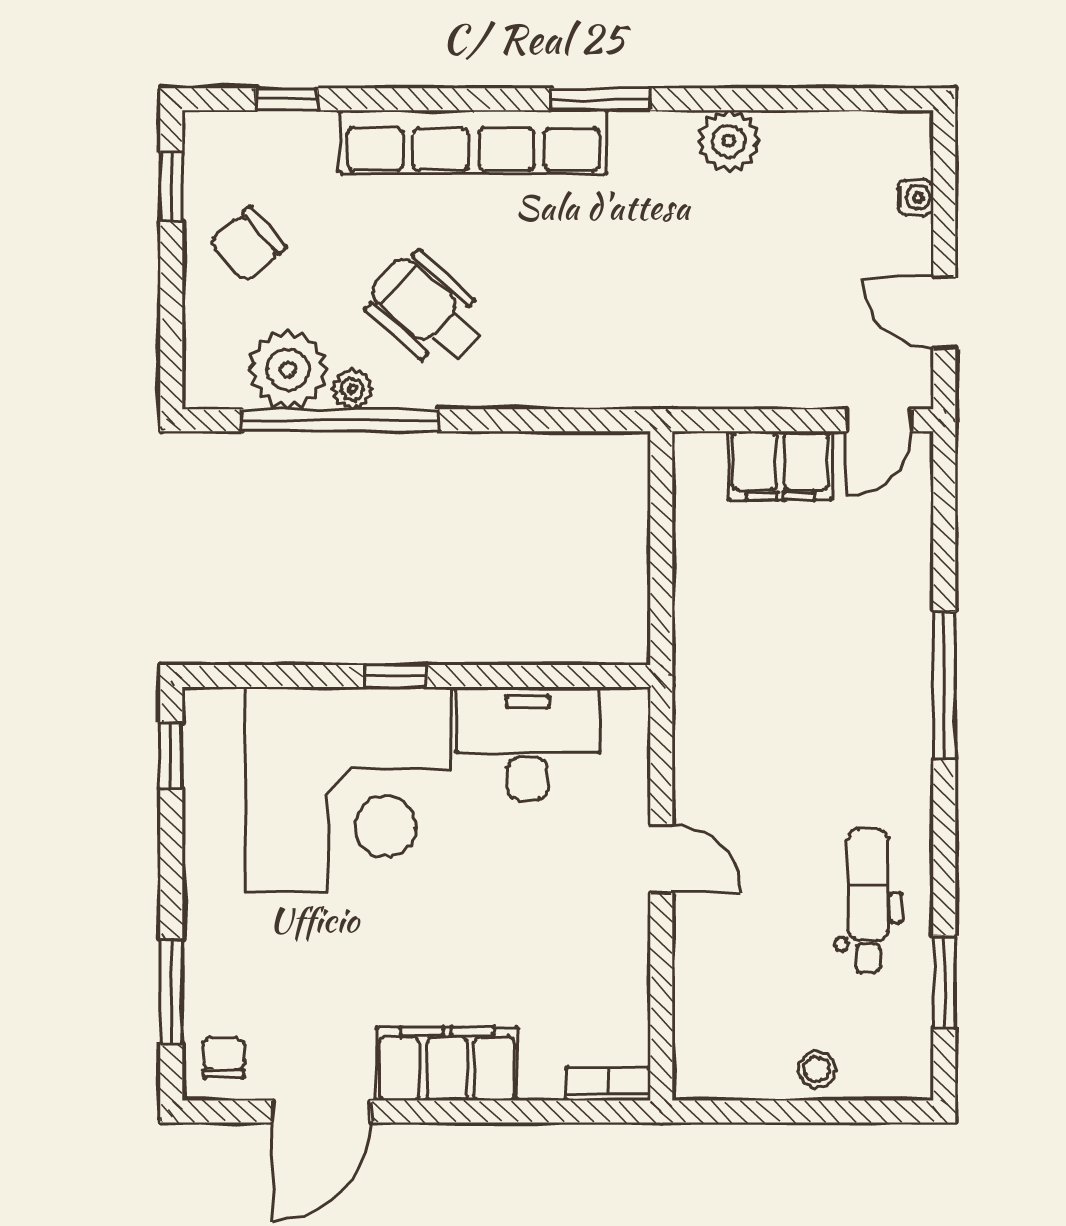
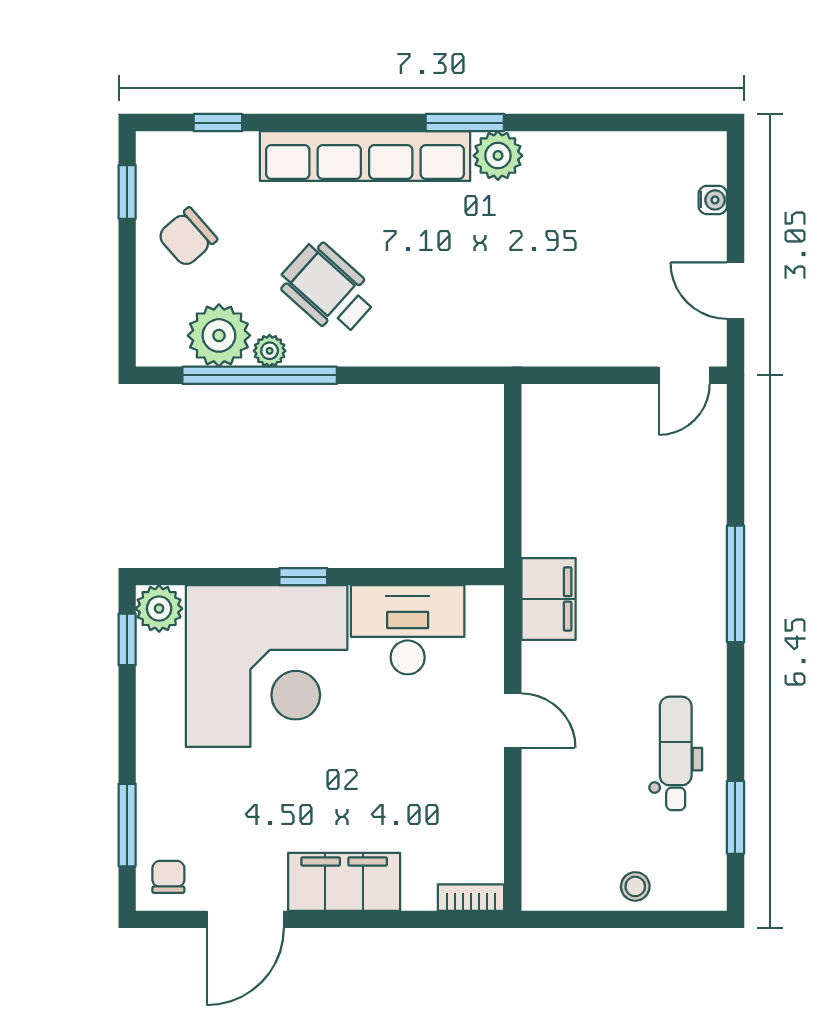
plant: (729, 141) -> (498, 156), moved
filing cabinet: (780, 466) -> (549, 599), moved, turned -90
plant: (212, 717) -> (159, 609), added

